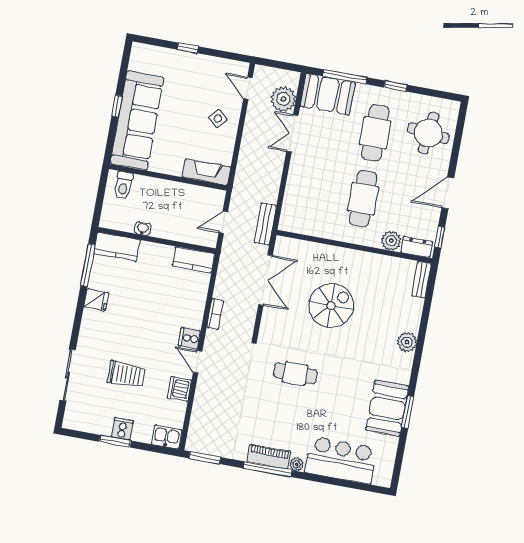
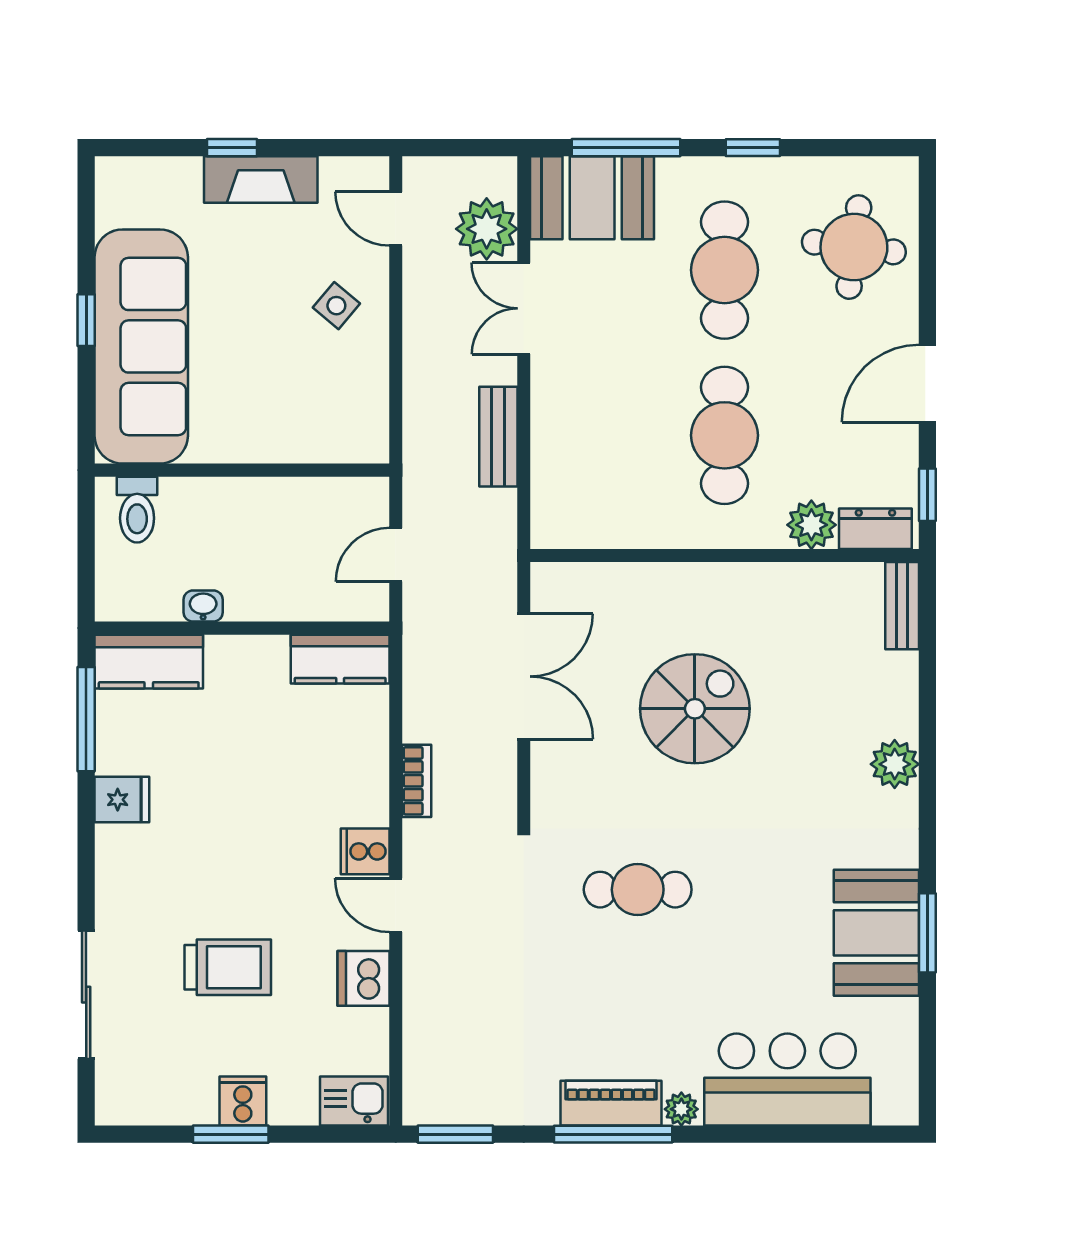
fireplace: (207, 172) -> (261, 180), moved, turned 180
bench: (265, 224) -> (498, 437), moved

